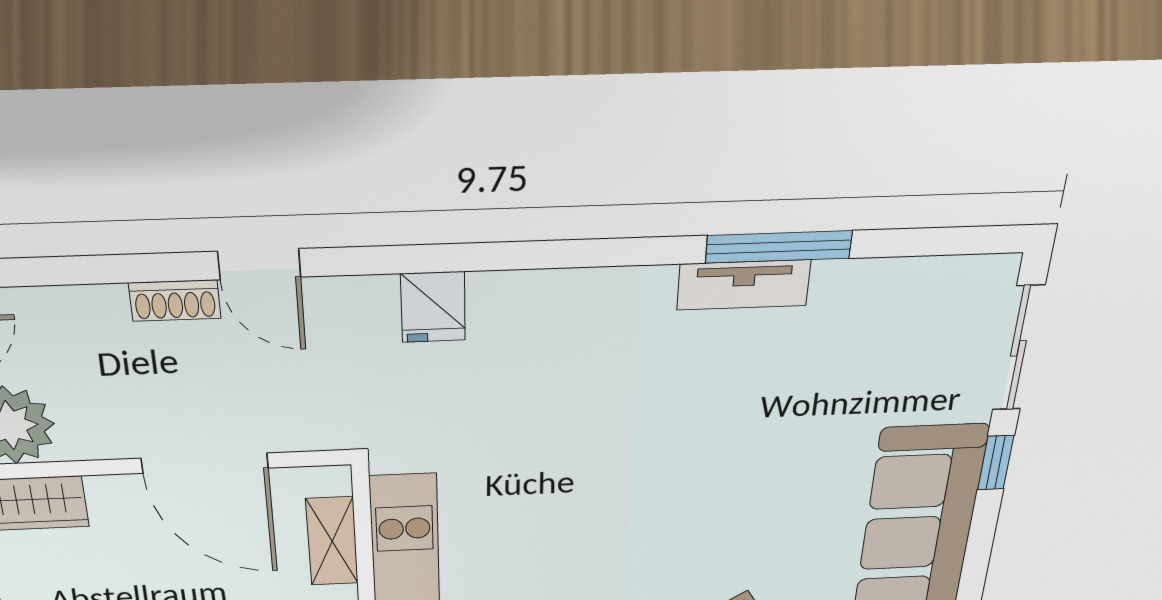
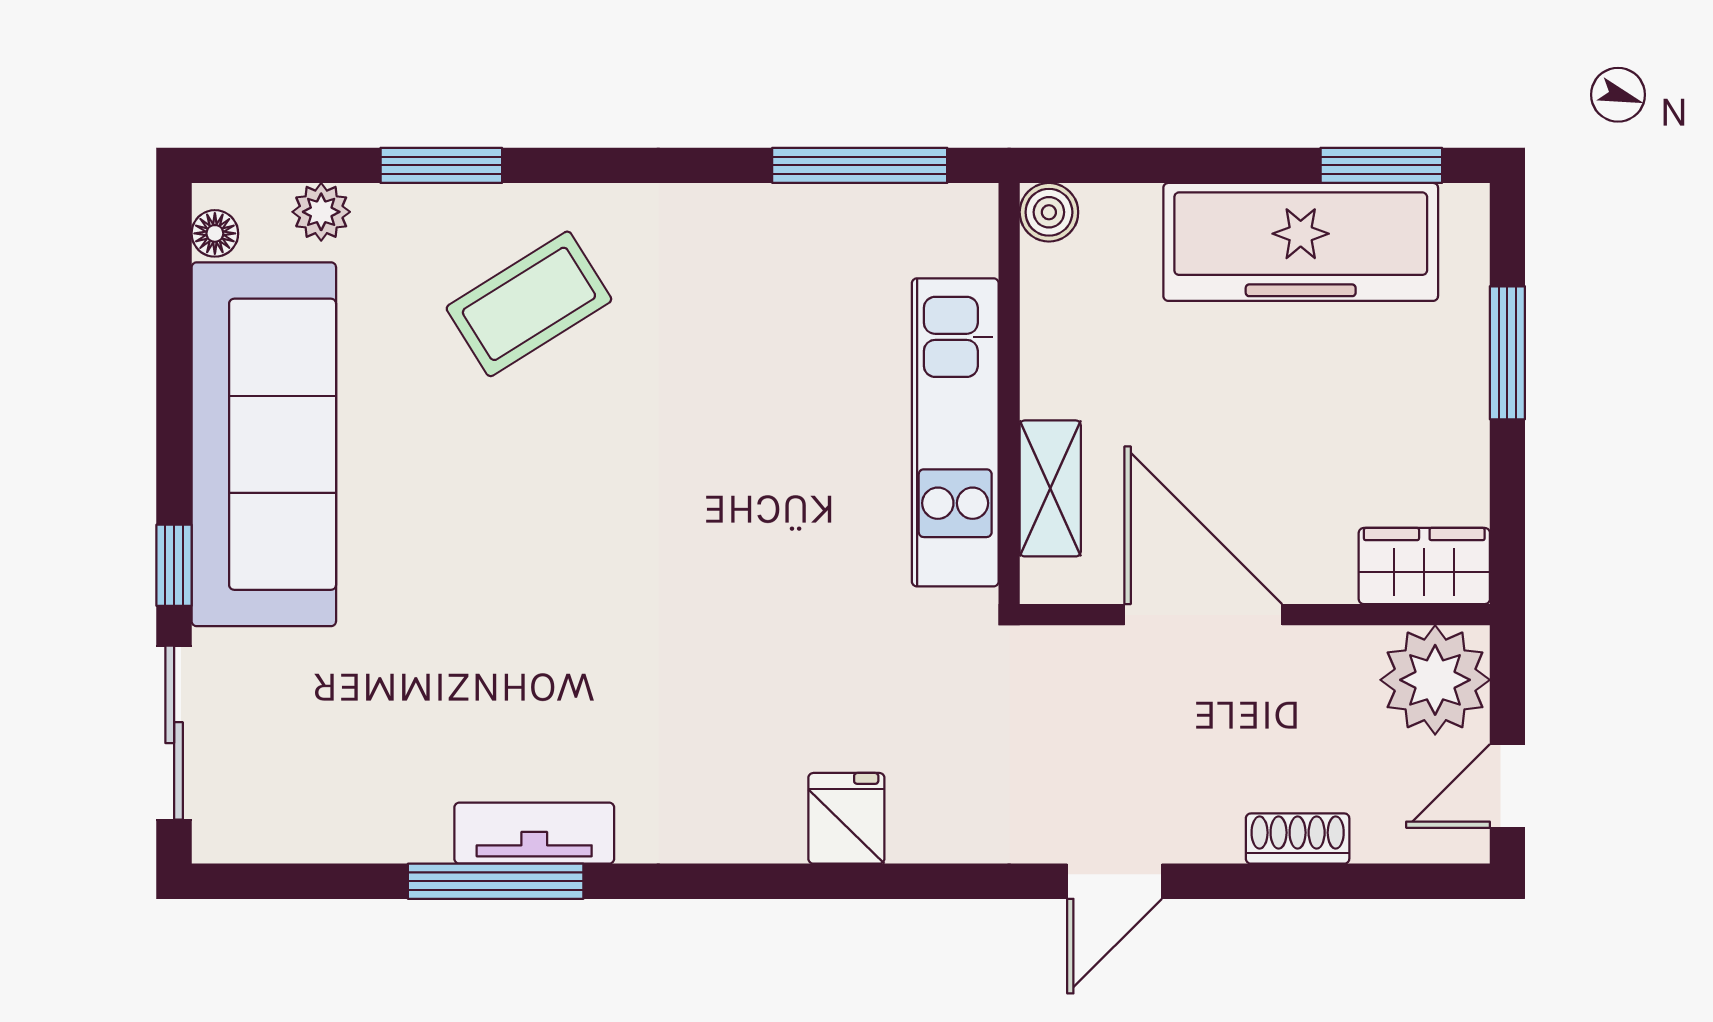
door: (259, 264) -> (1115, 881), swing flipped
shoe rack: (175, 301) -> (1298, 839), moved
fridge: (433, 307) -> (846, 818), moved

